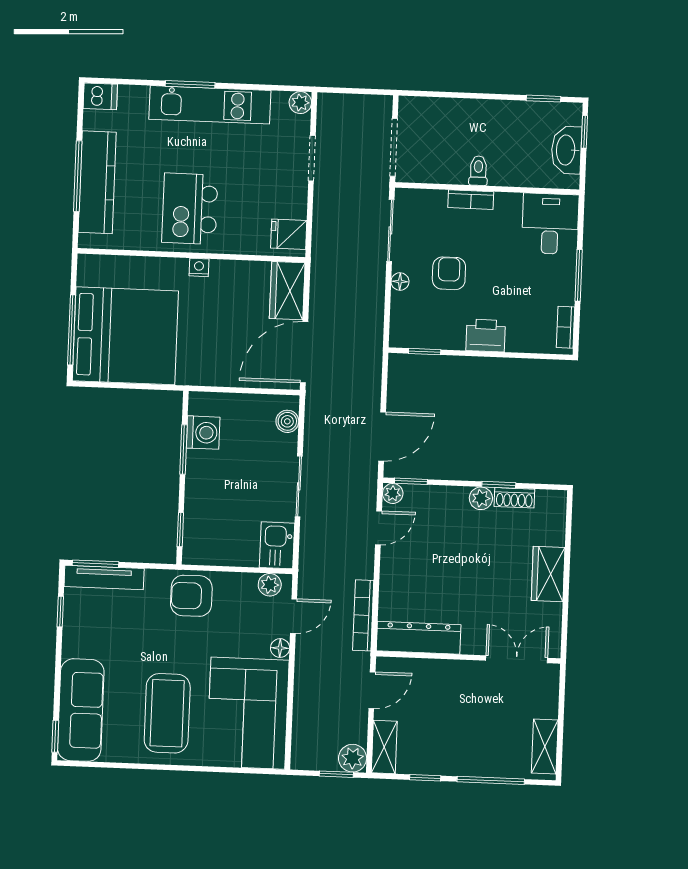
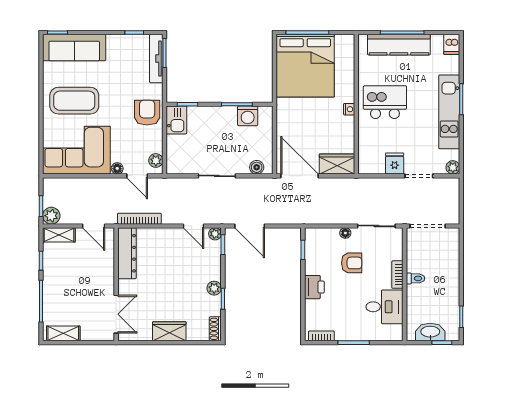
desk: (550, 224) -> (385, 307), moved
fridge: (289, 234) -> (395, 164), moved
shoe rack: (514, 498) -> (215, 329), moved
kitchen sink: (277, 545) -> (176, 120), moved, turned 90

